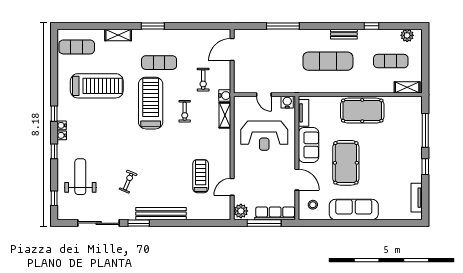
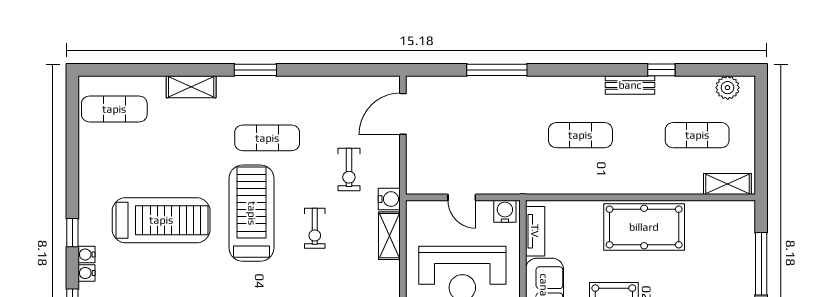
bench: (344, 34) -> (630, 85), moved
exercise mat: (328, 61) -> (580, 135), width x0.73, depth x0.69
treadmill: (97, 86) -> (161, 220), moved

